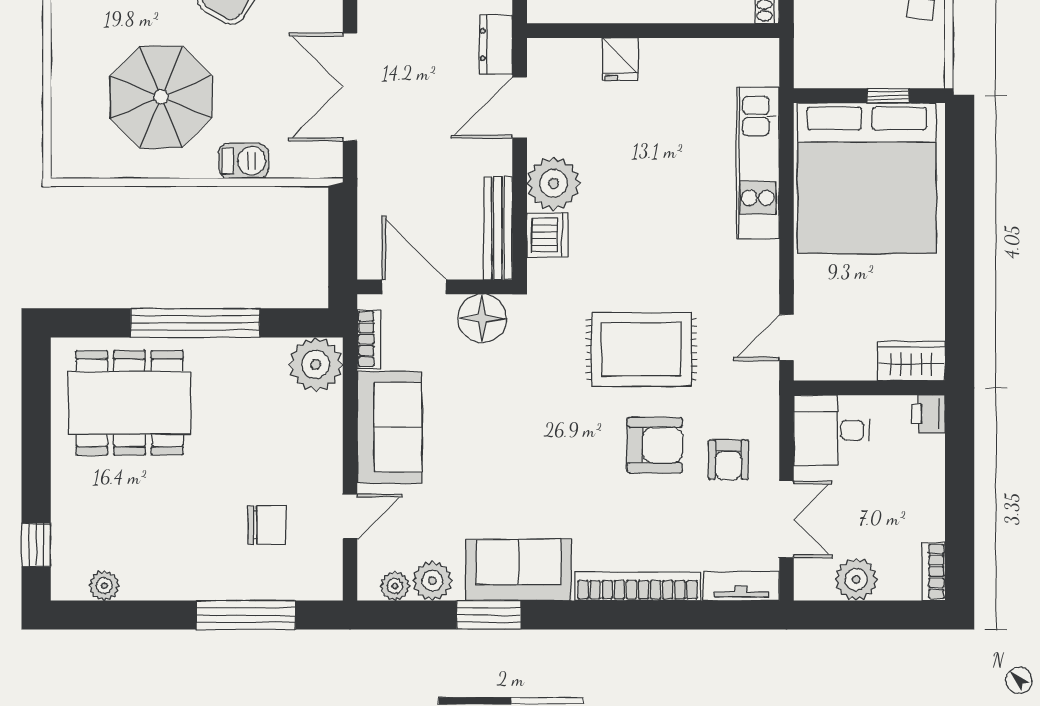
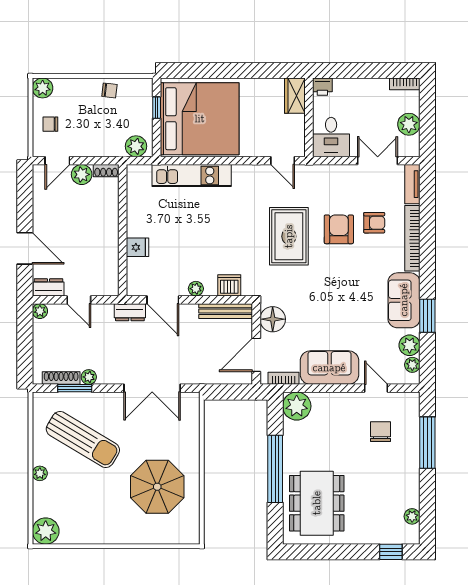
plant: (814, 56) -> (136, 146), added
barbecue: (244, 161) -> (191, 444), removed
plant: (553, 184) -> (196, 289), width x0.53, depth x0.53
armchair: (728, 460) -> (374, 223), moved

